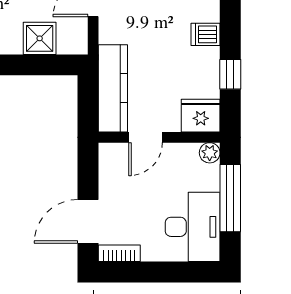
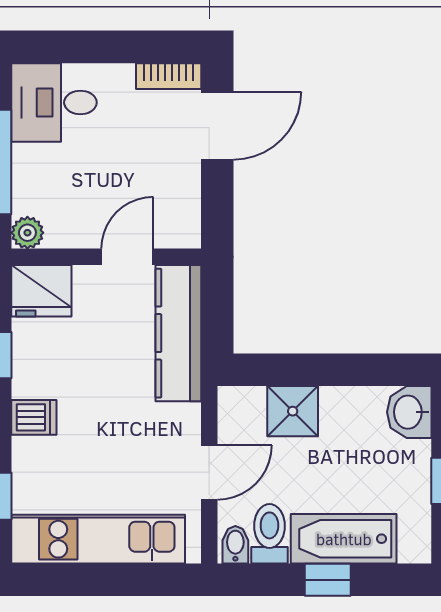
desk: (193, 227) -> (54, 103), width x0.73

